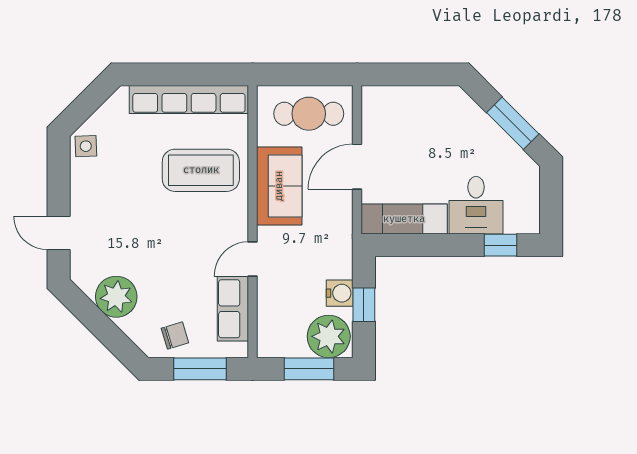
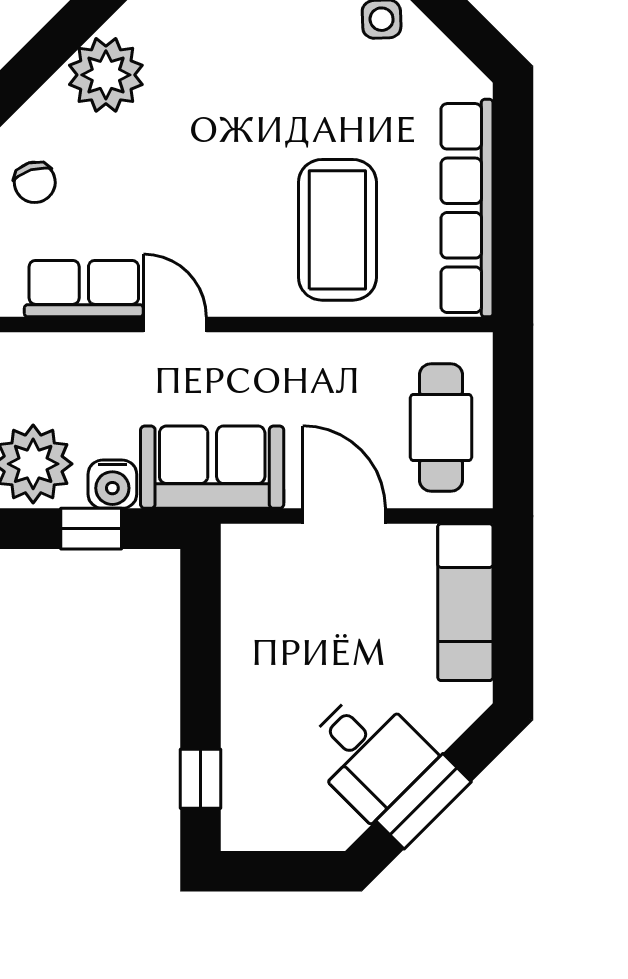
sofa: (279, 186) -> (212, 467), moved, turned 180
desk: (476, 205) -> (368, 753), moved, turned -135
exam couch: (404, 219) -> (465, 602), moved, turned 180

